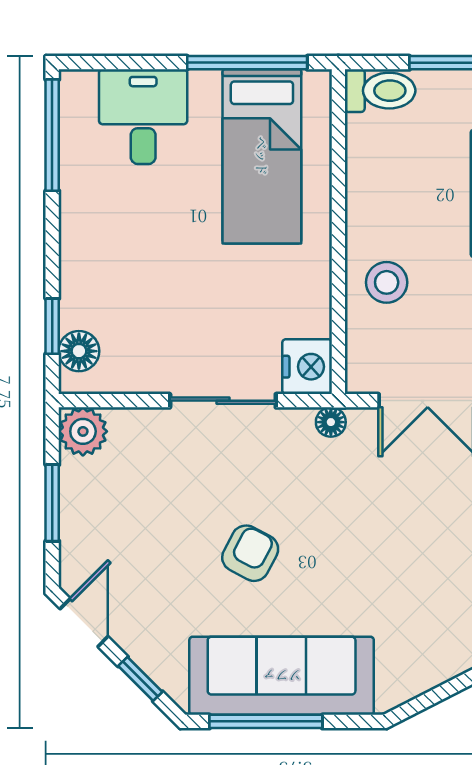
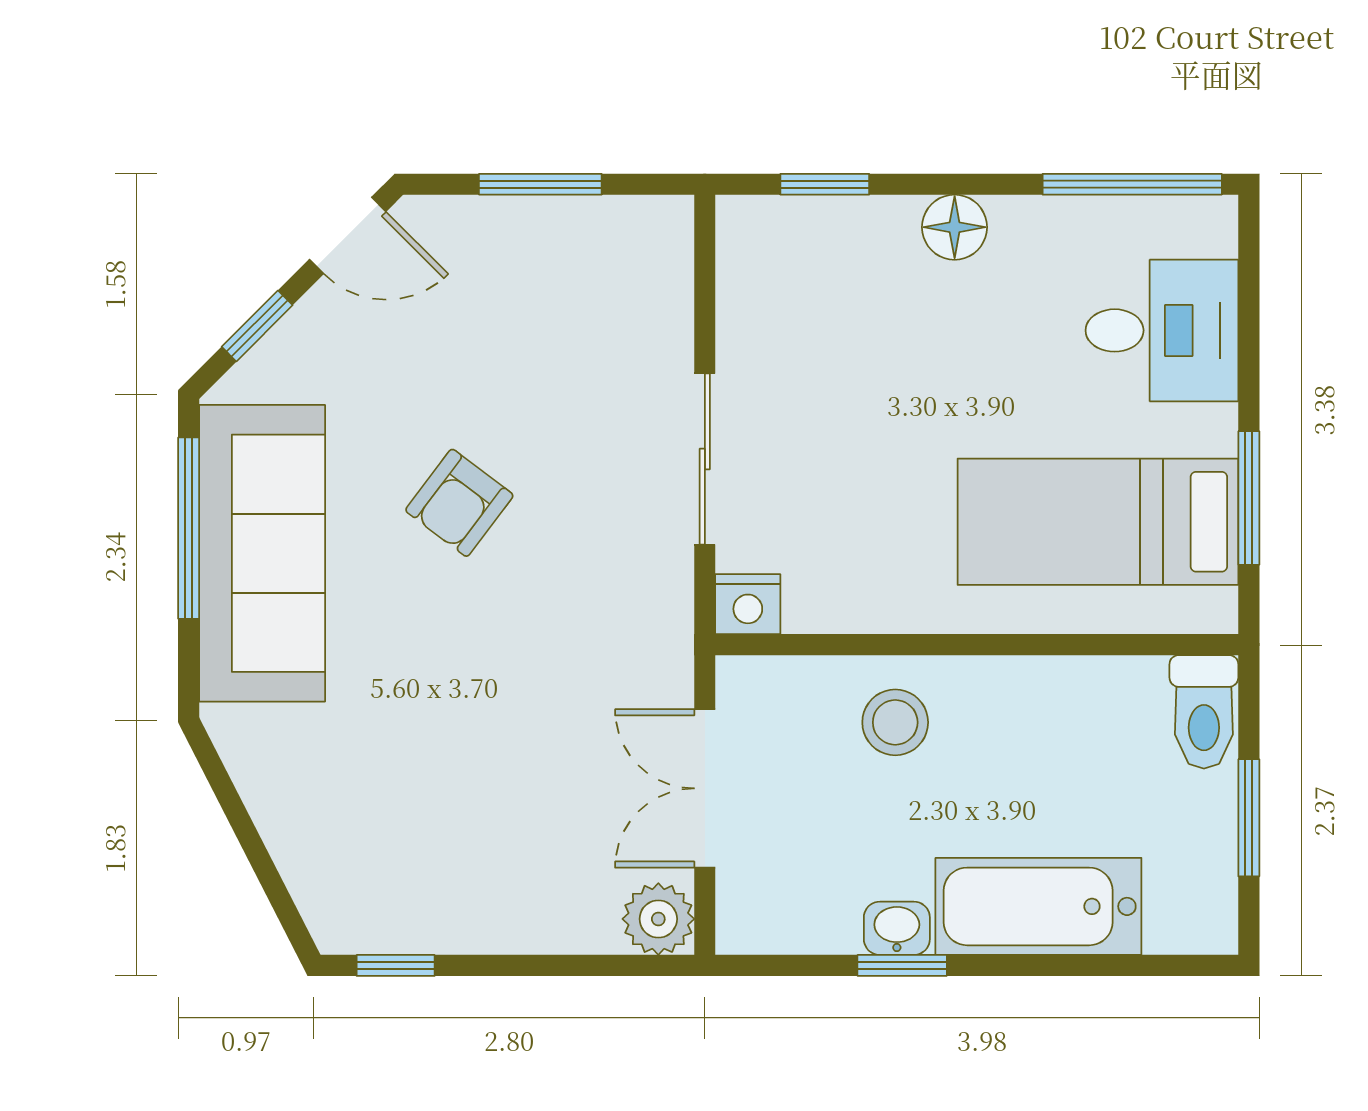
window: (247, 63) -> (1249, 498), width x0.69
floor lamp: (79, 351) -> (955, 227), moved
nightstand: (307, 367) -> (748, 604), width x0.74, depth x0.75
floor lamp: (331, 422) -> (670, 633), removed
plant: (83, 431) -> (655, 234), removed
armchair: (250, 553) -> (459, 503), turned 99

